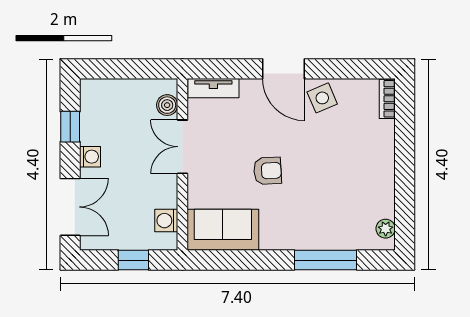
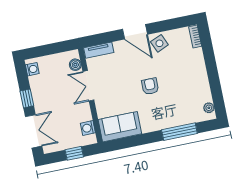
window: (70, 127) -> (27, 98), moved
washing machine: (90, 157) -> (32, 69), moved
armchair: (268, 171) -> (150, 86), moved, turned -87

